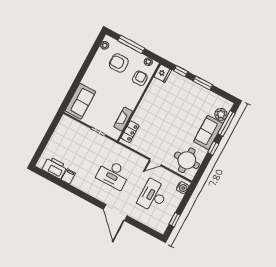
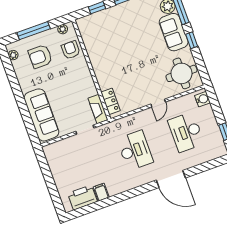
fridge: (163, 73) -> (85, 25), removed
sofa: (80, 101) -> (41, 115), width x1.36
fireplace: (123, 119) -> (98, 109), moved
desk: (113, 174) -> (135, 150), turned -90

